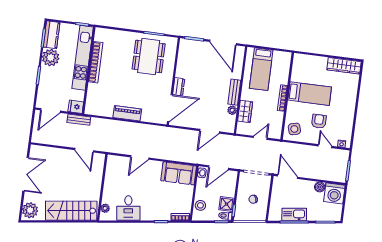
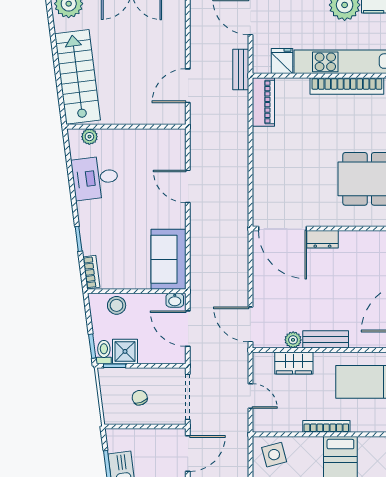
fridge: (76, 107) -> (282, 61), moved
piano: (127, 113) -> (263, 102), moved
door: (210, 131) -> (250, 324), moved

